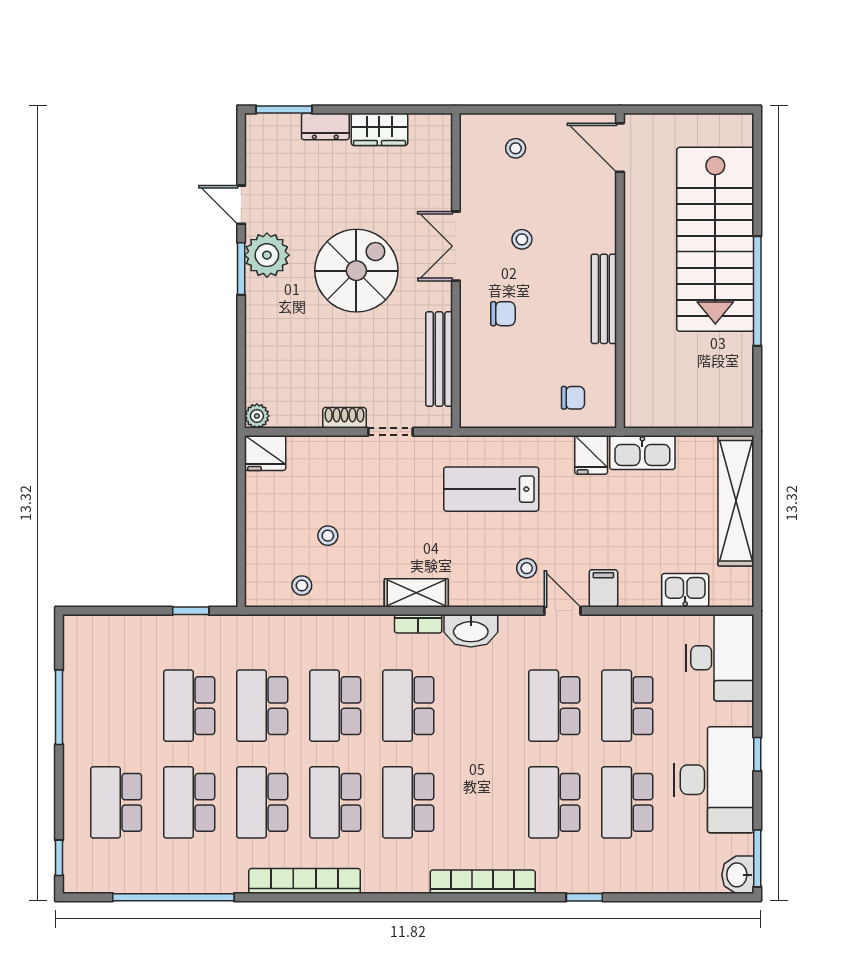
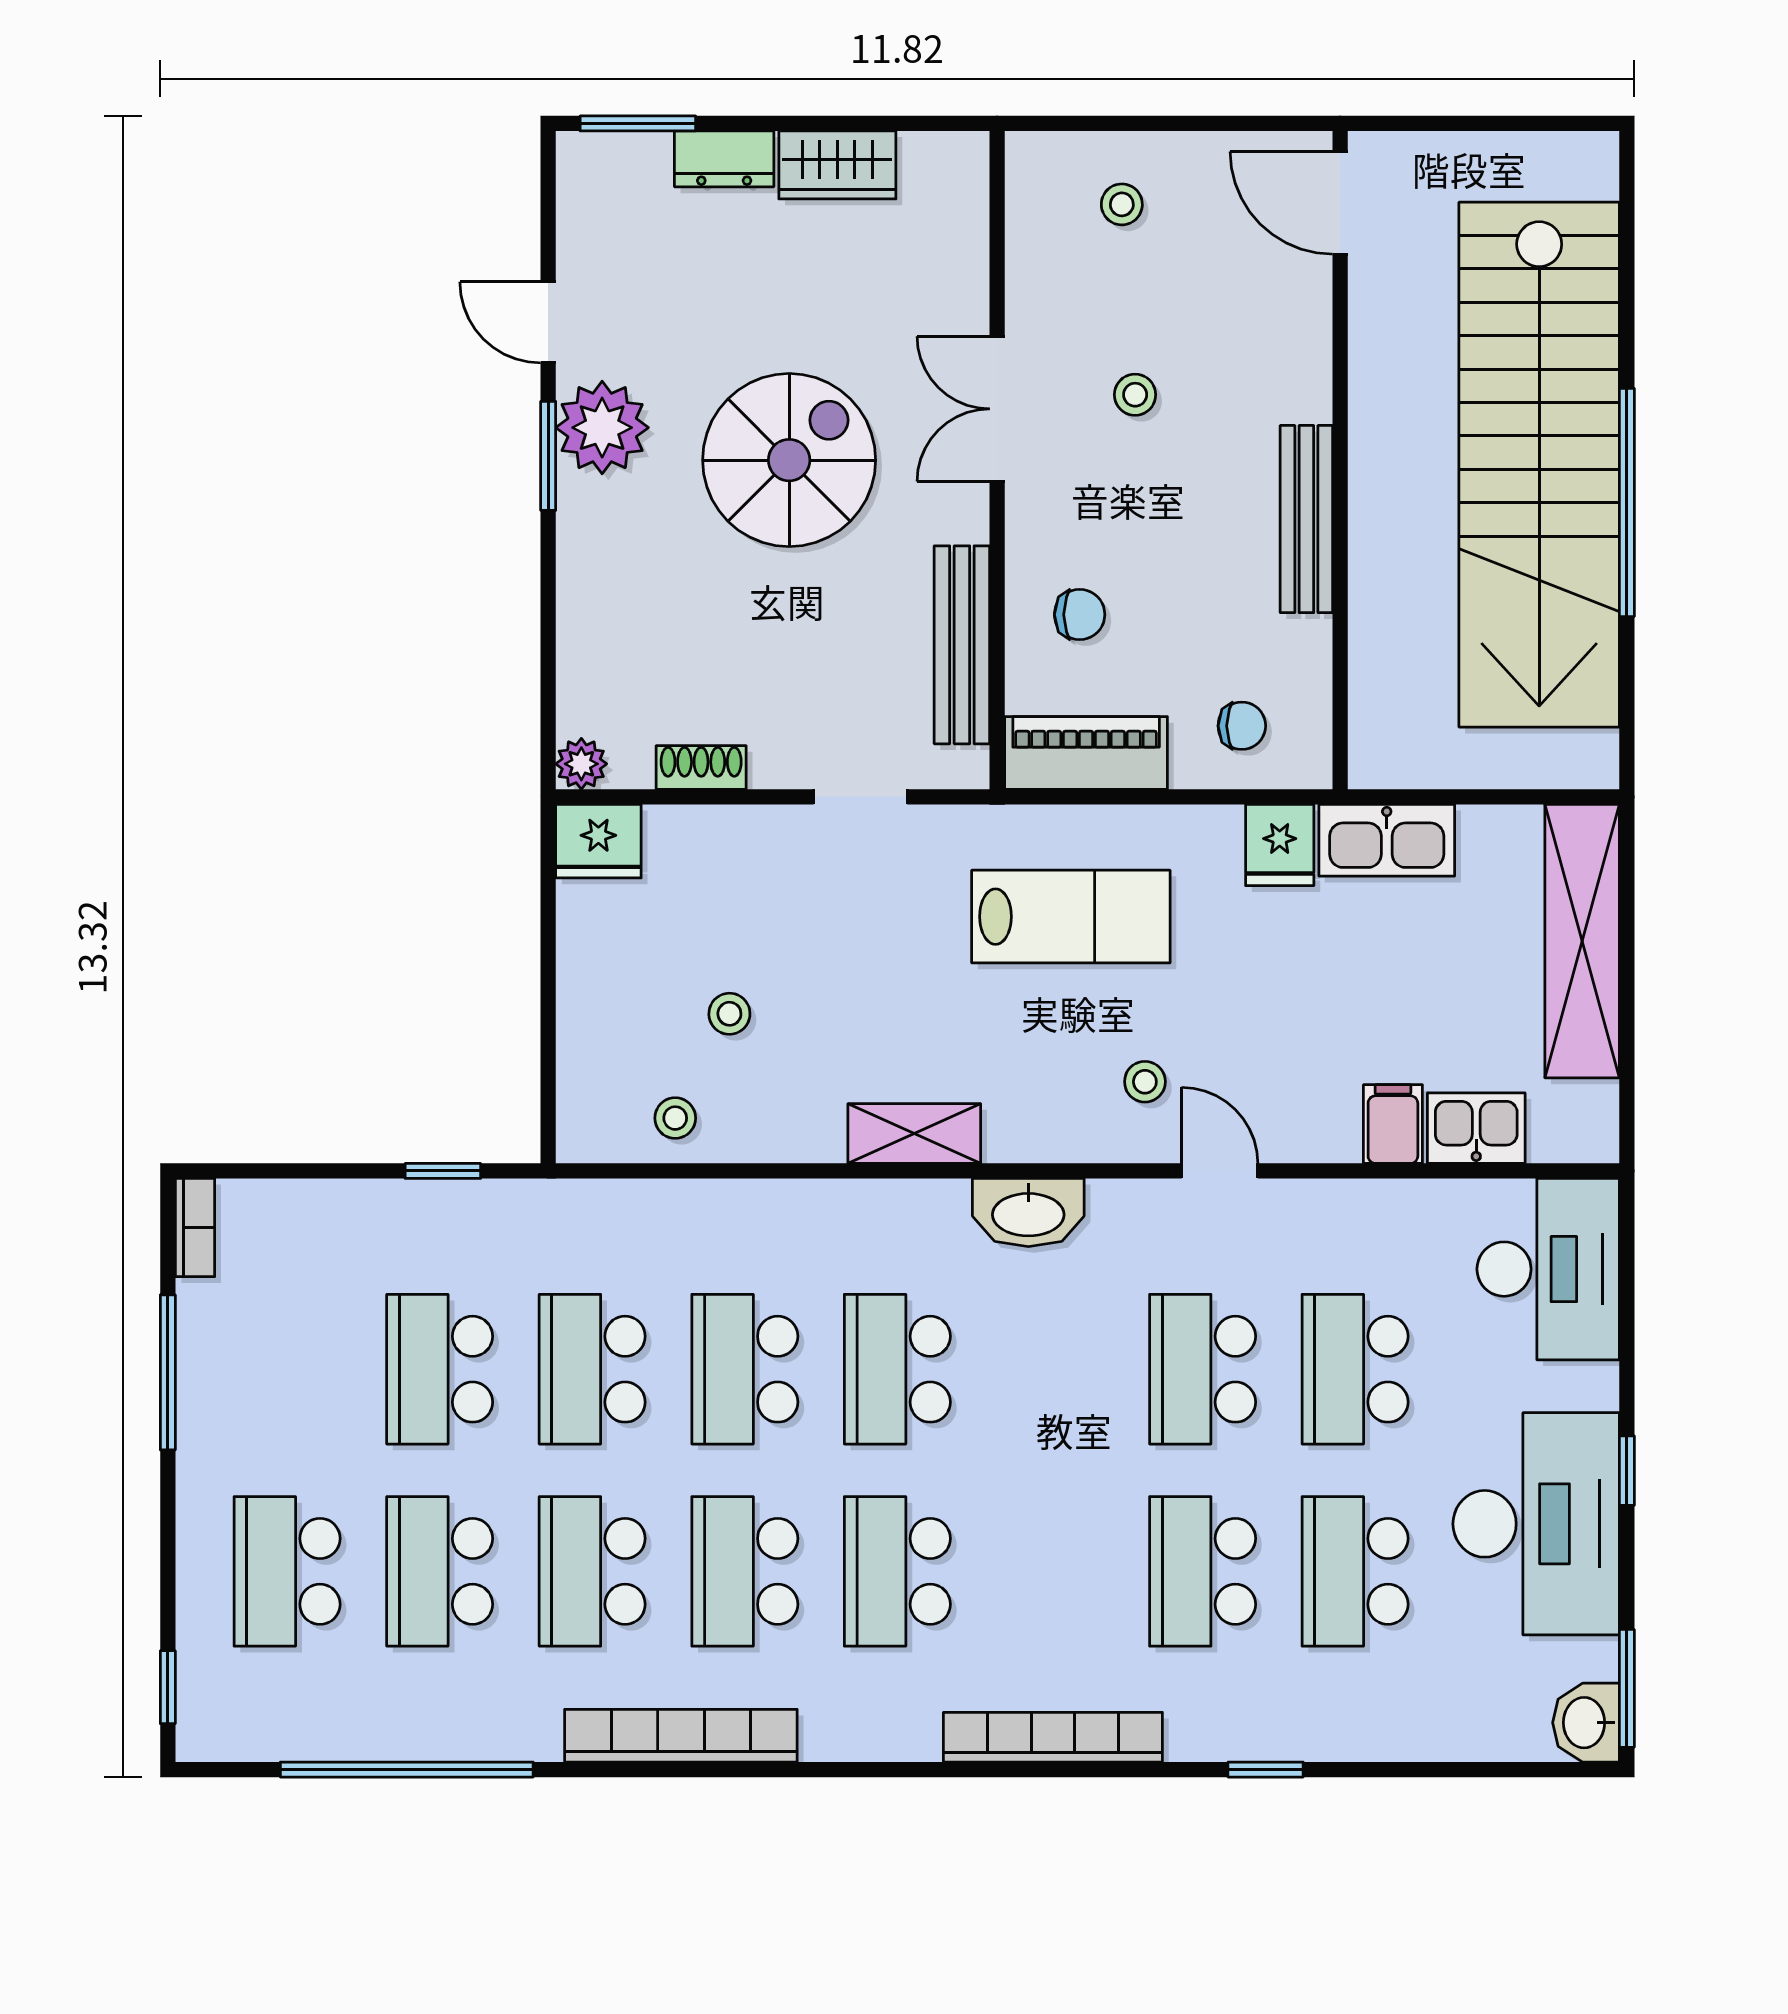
stairs: (715, 239) -> (1539, 465), width x1.36
chair: (503, 314) -> (1080, 615), moved
piano: (498, 411) -> (1086, 753), added
shoe rack: (344, 418) -> (701, 768), moved
lab bench: (491, 489) -> (1071, 917), turned 180
filing cabinet: (603, 588) -> (1393, 1124), moved
bookcase: (418, 624) -> (195, 1228), moved, turned -90

